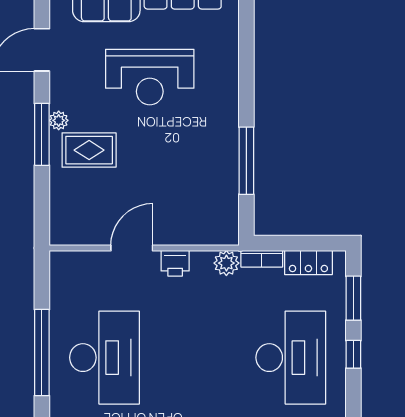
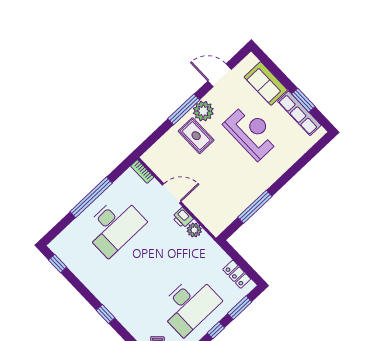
reception desk: (150, 77) -> (252, 132), turned 180
plant: (59, 120) -> (203, 111), width x1.88, depth x1.88
bookcase: (262, 259) -> (142, 171), moved
plant: (226, 263) -> (194, 230), moved

